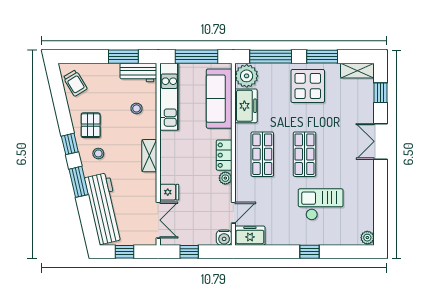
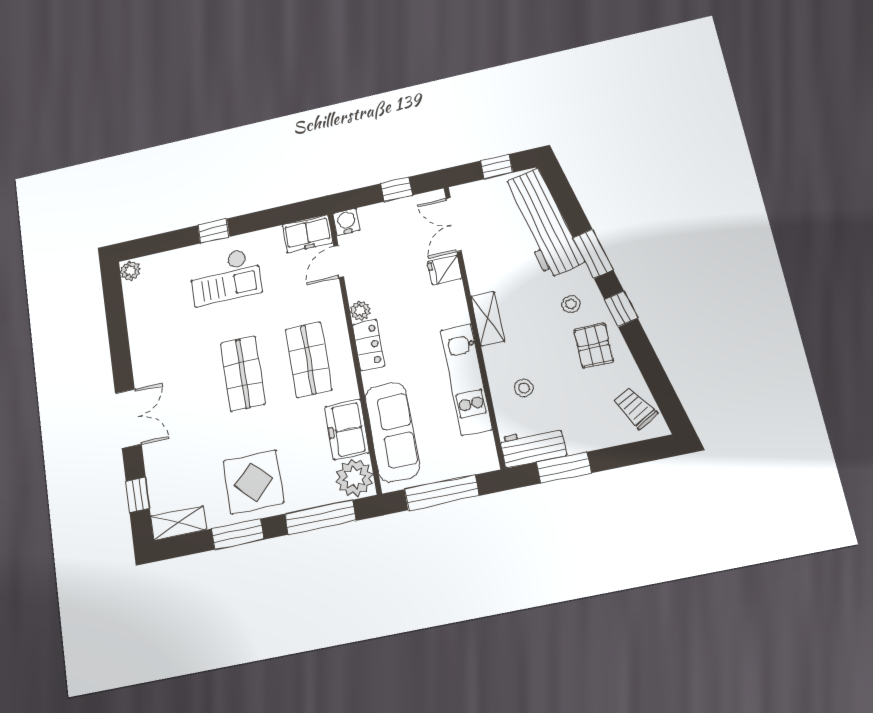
kitchen unit: (169, 97) -> (466, 379), moved
checkout: (321, 204) -> (225, 277), moved

